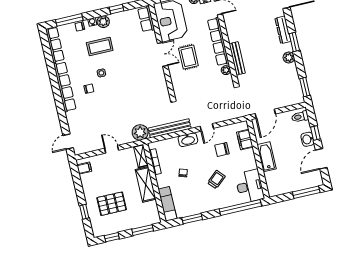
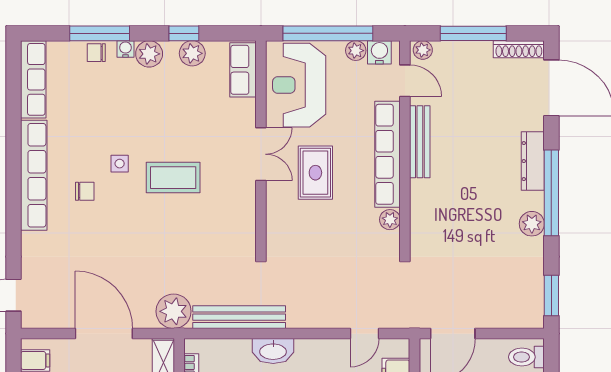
plant: (122, 17) -> (192, 53), added
window: (69, 20) -> (100, 33), moved
window: (294, 42) -> (551, 193), width x2.11
coffee table: (100, 47) -> (173, 178), moved
bench: (237, 58) -> (420, 142), moved
door: (207, 127) -> (365, 334), moved
door: (112, 149) -> (104, 334), width x1.88

